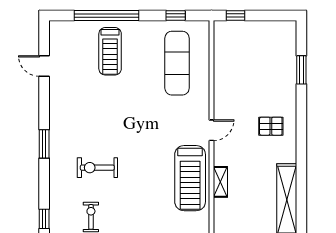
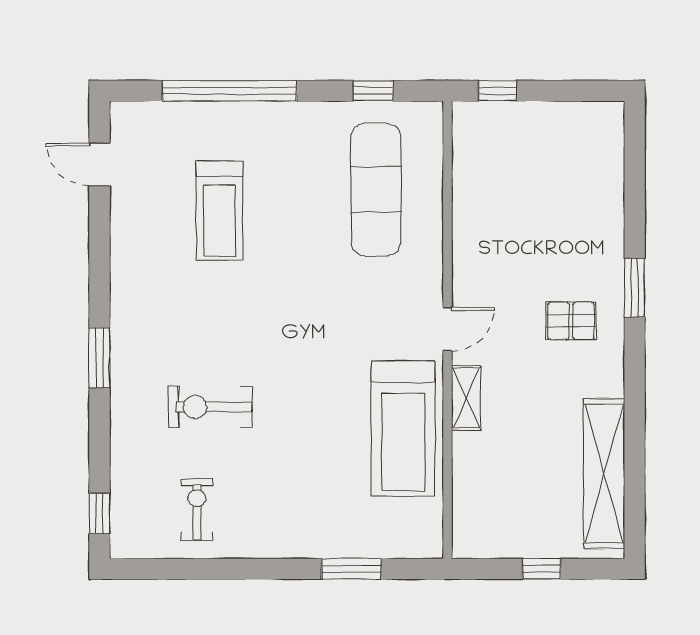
treadmill: (110, 51) -> (219, 211), moved
door: (44, 66) -> (99, 164), moved
window: (301, 70) -> (635, 288), moved
shelving: (220, 182) -> (466, 398), moved

